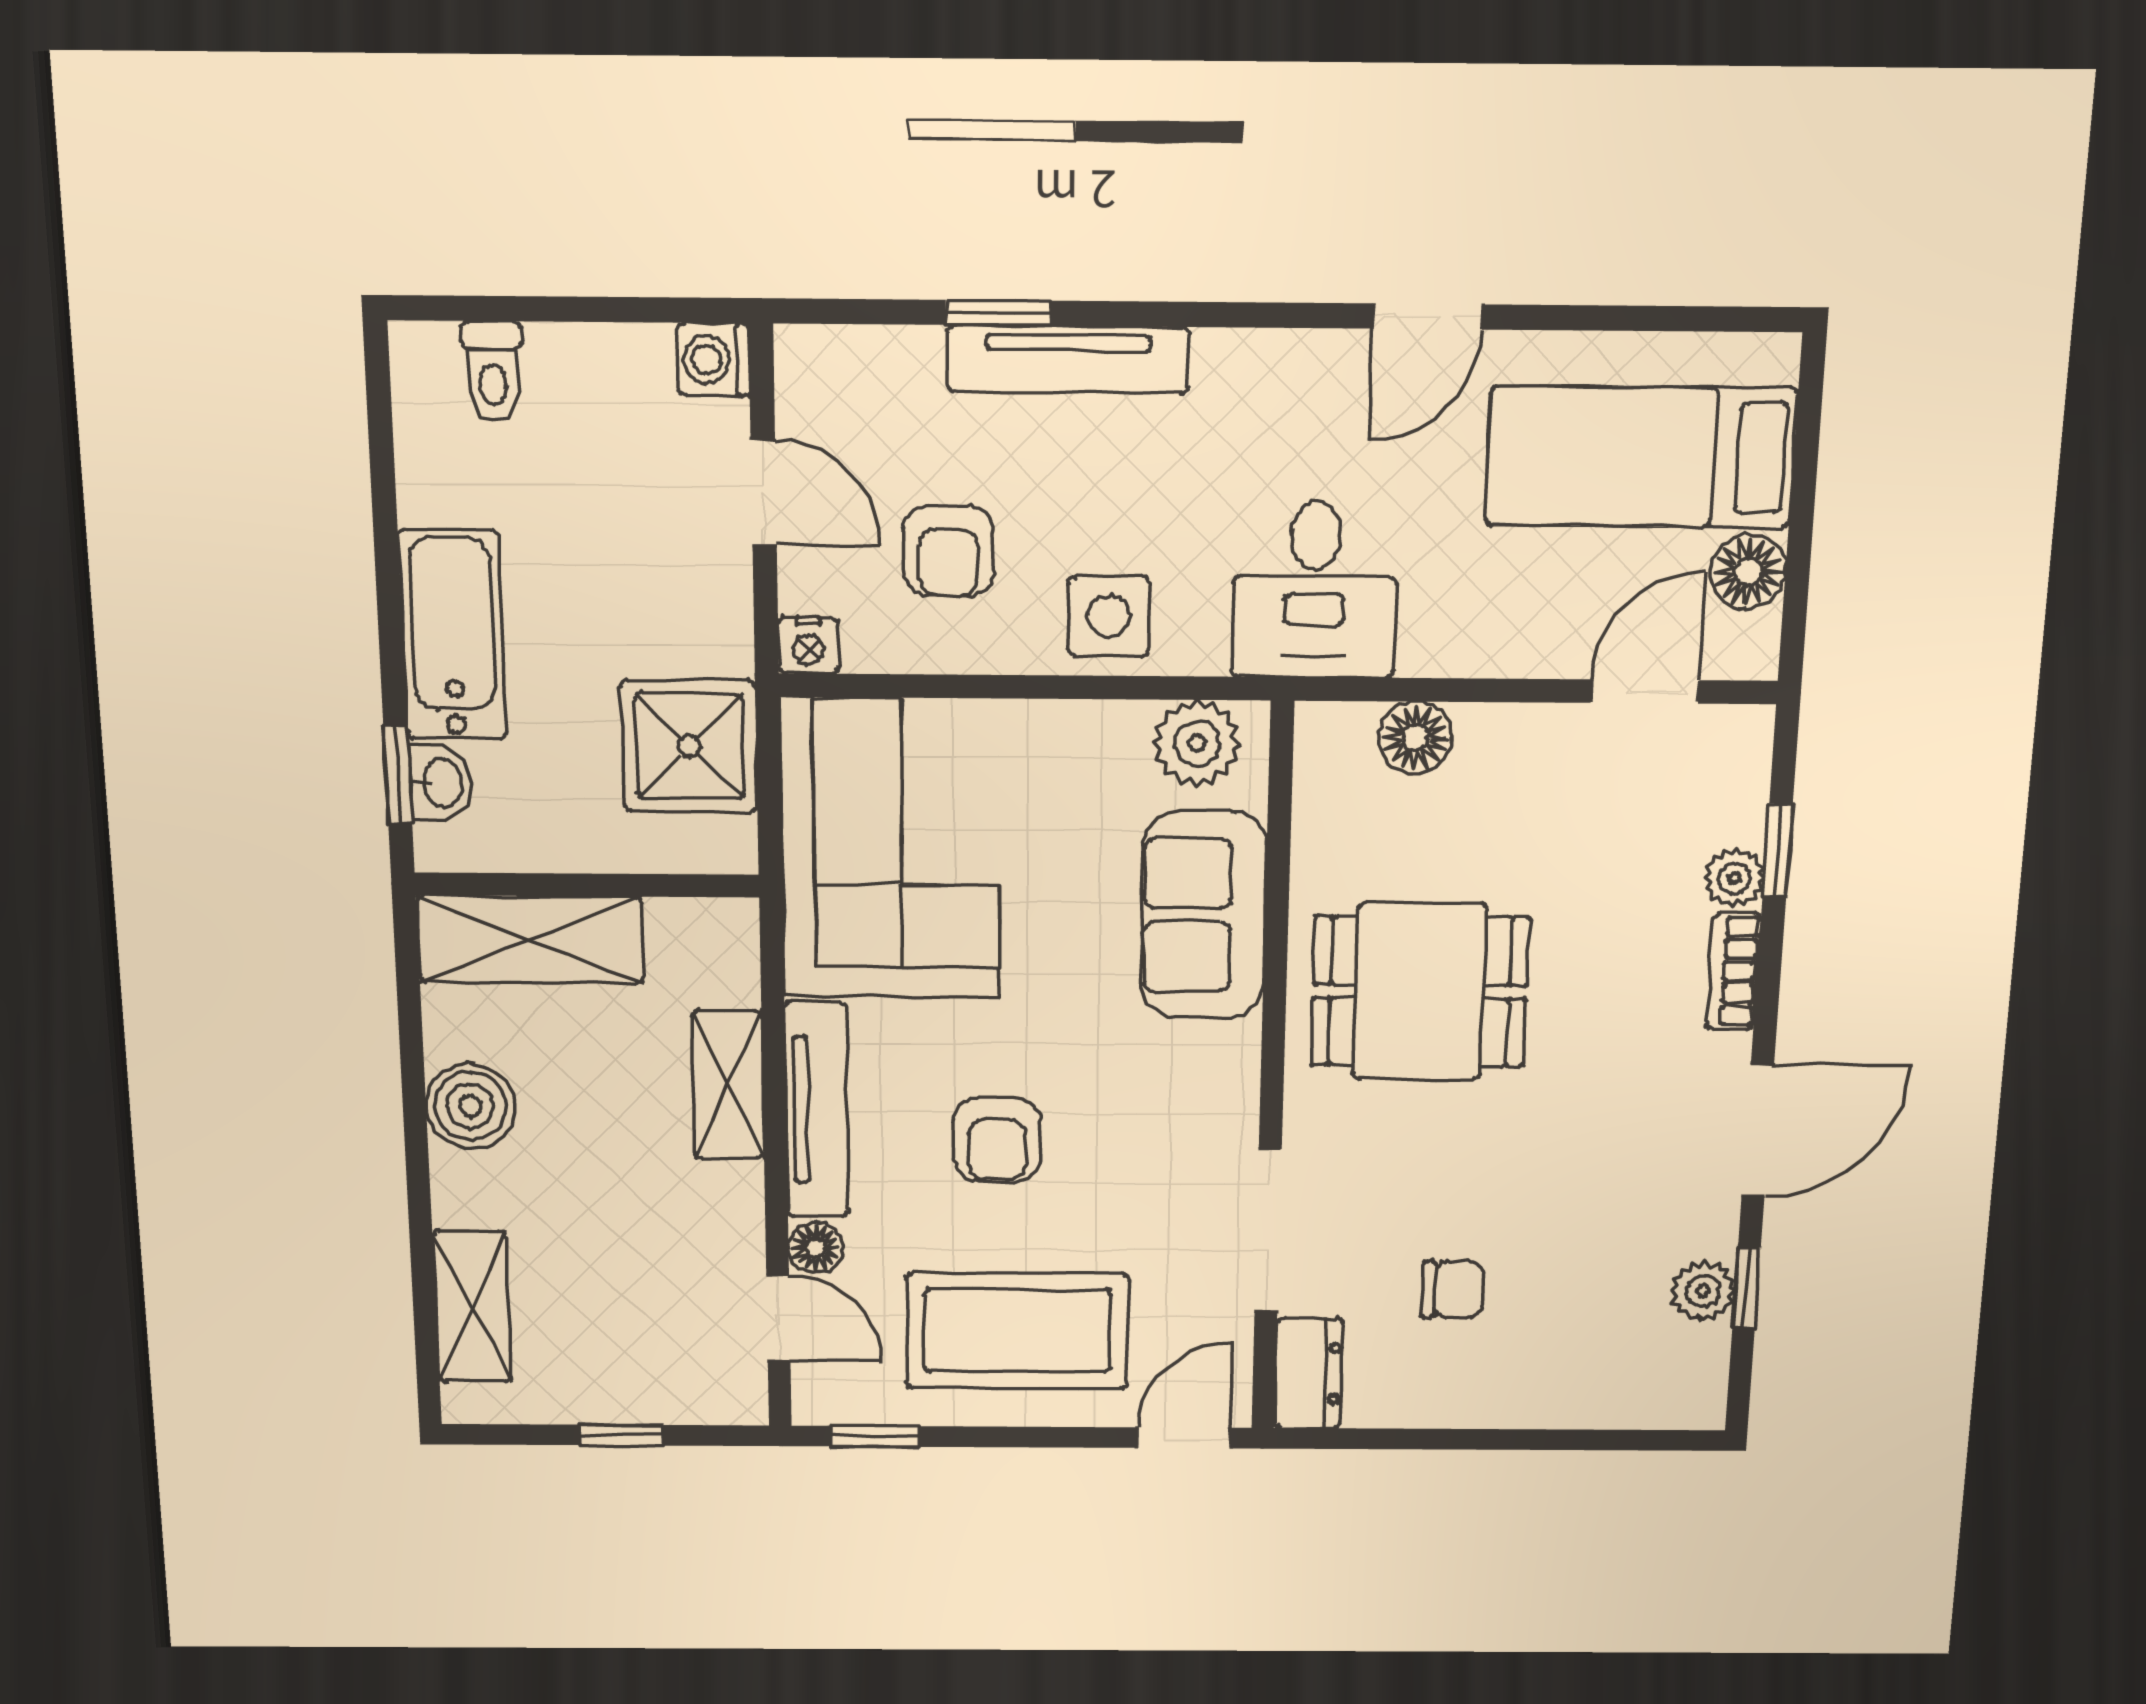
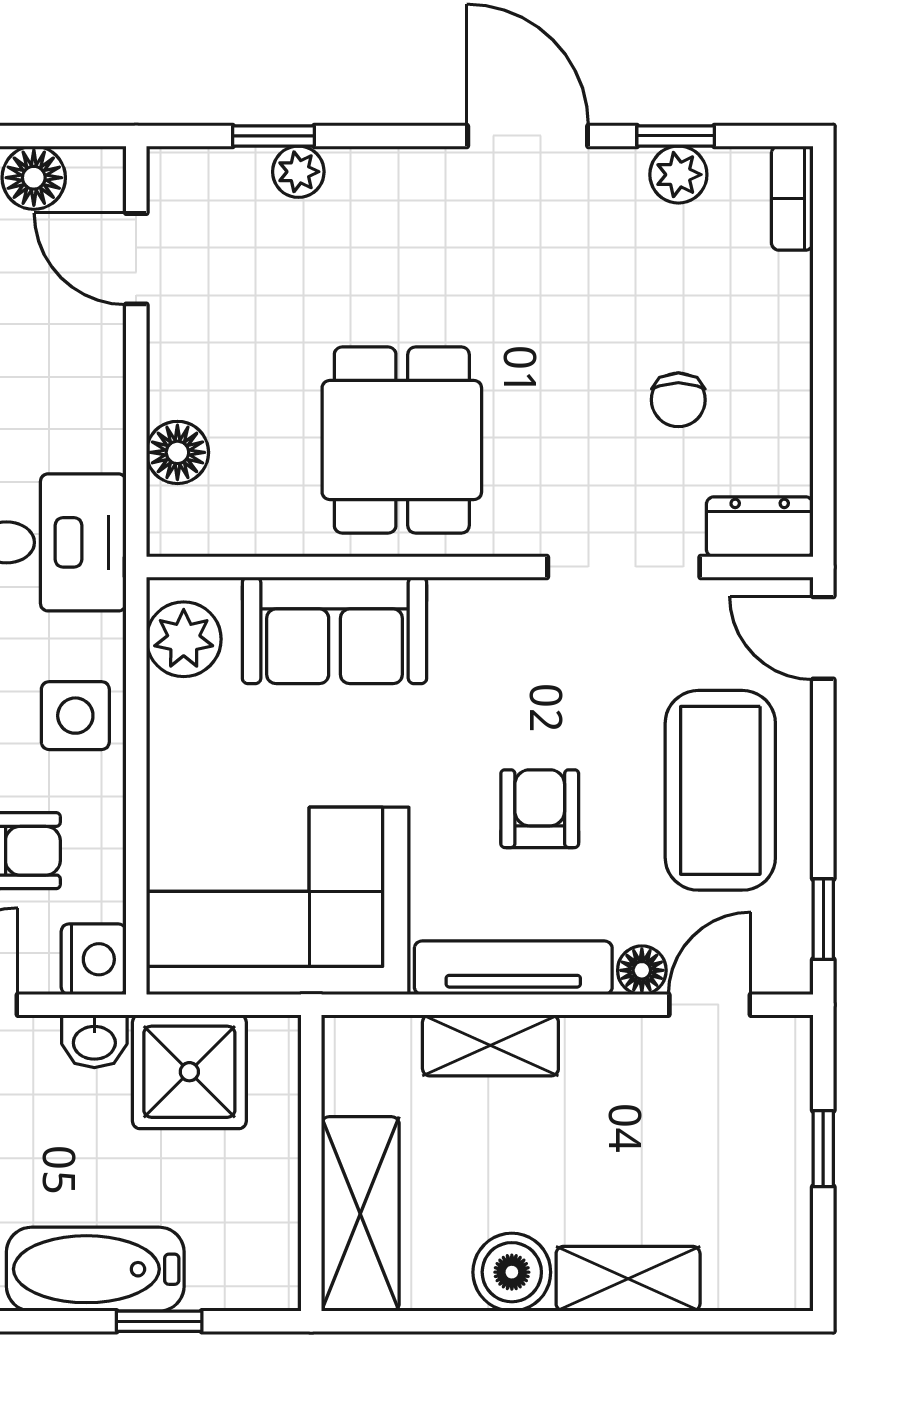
nightstand: (808, 645) -> (94, 959), width x1.39, depth x1.35
window: (398, 775) -> (159, 1321), moved
washbasin: (441, 783) -> (94, 1041), moved, turned 180
bookcase: (1734, 971) -> (792, 198), moved, turned 90
armchair: (997, 1140) -> (540, 809), turned -90
chair: (1453, 1289) -> (678, 400), turned 180
shelving: (472, 1307) -> (628, 1279), moved

